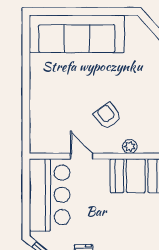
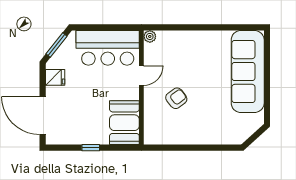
plant: (130, 146) -> (150, 36), moved

